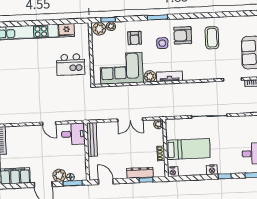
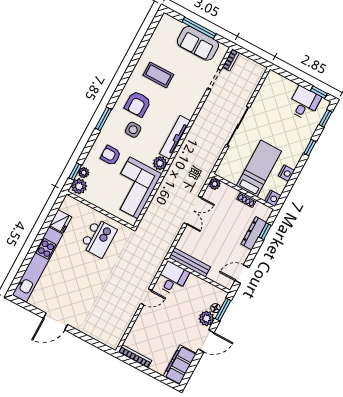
armchair: (135, 38) -> (111, 155), turned 180
tv unit: (169, 76) -> (175, 137), width x1.41
nightstand: (212, 170) -> (286, 173), moved

